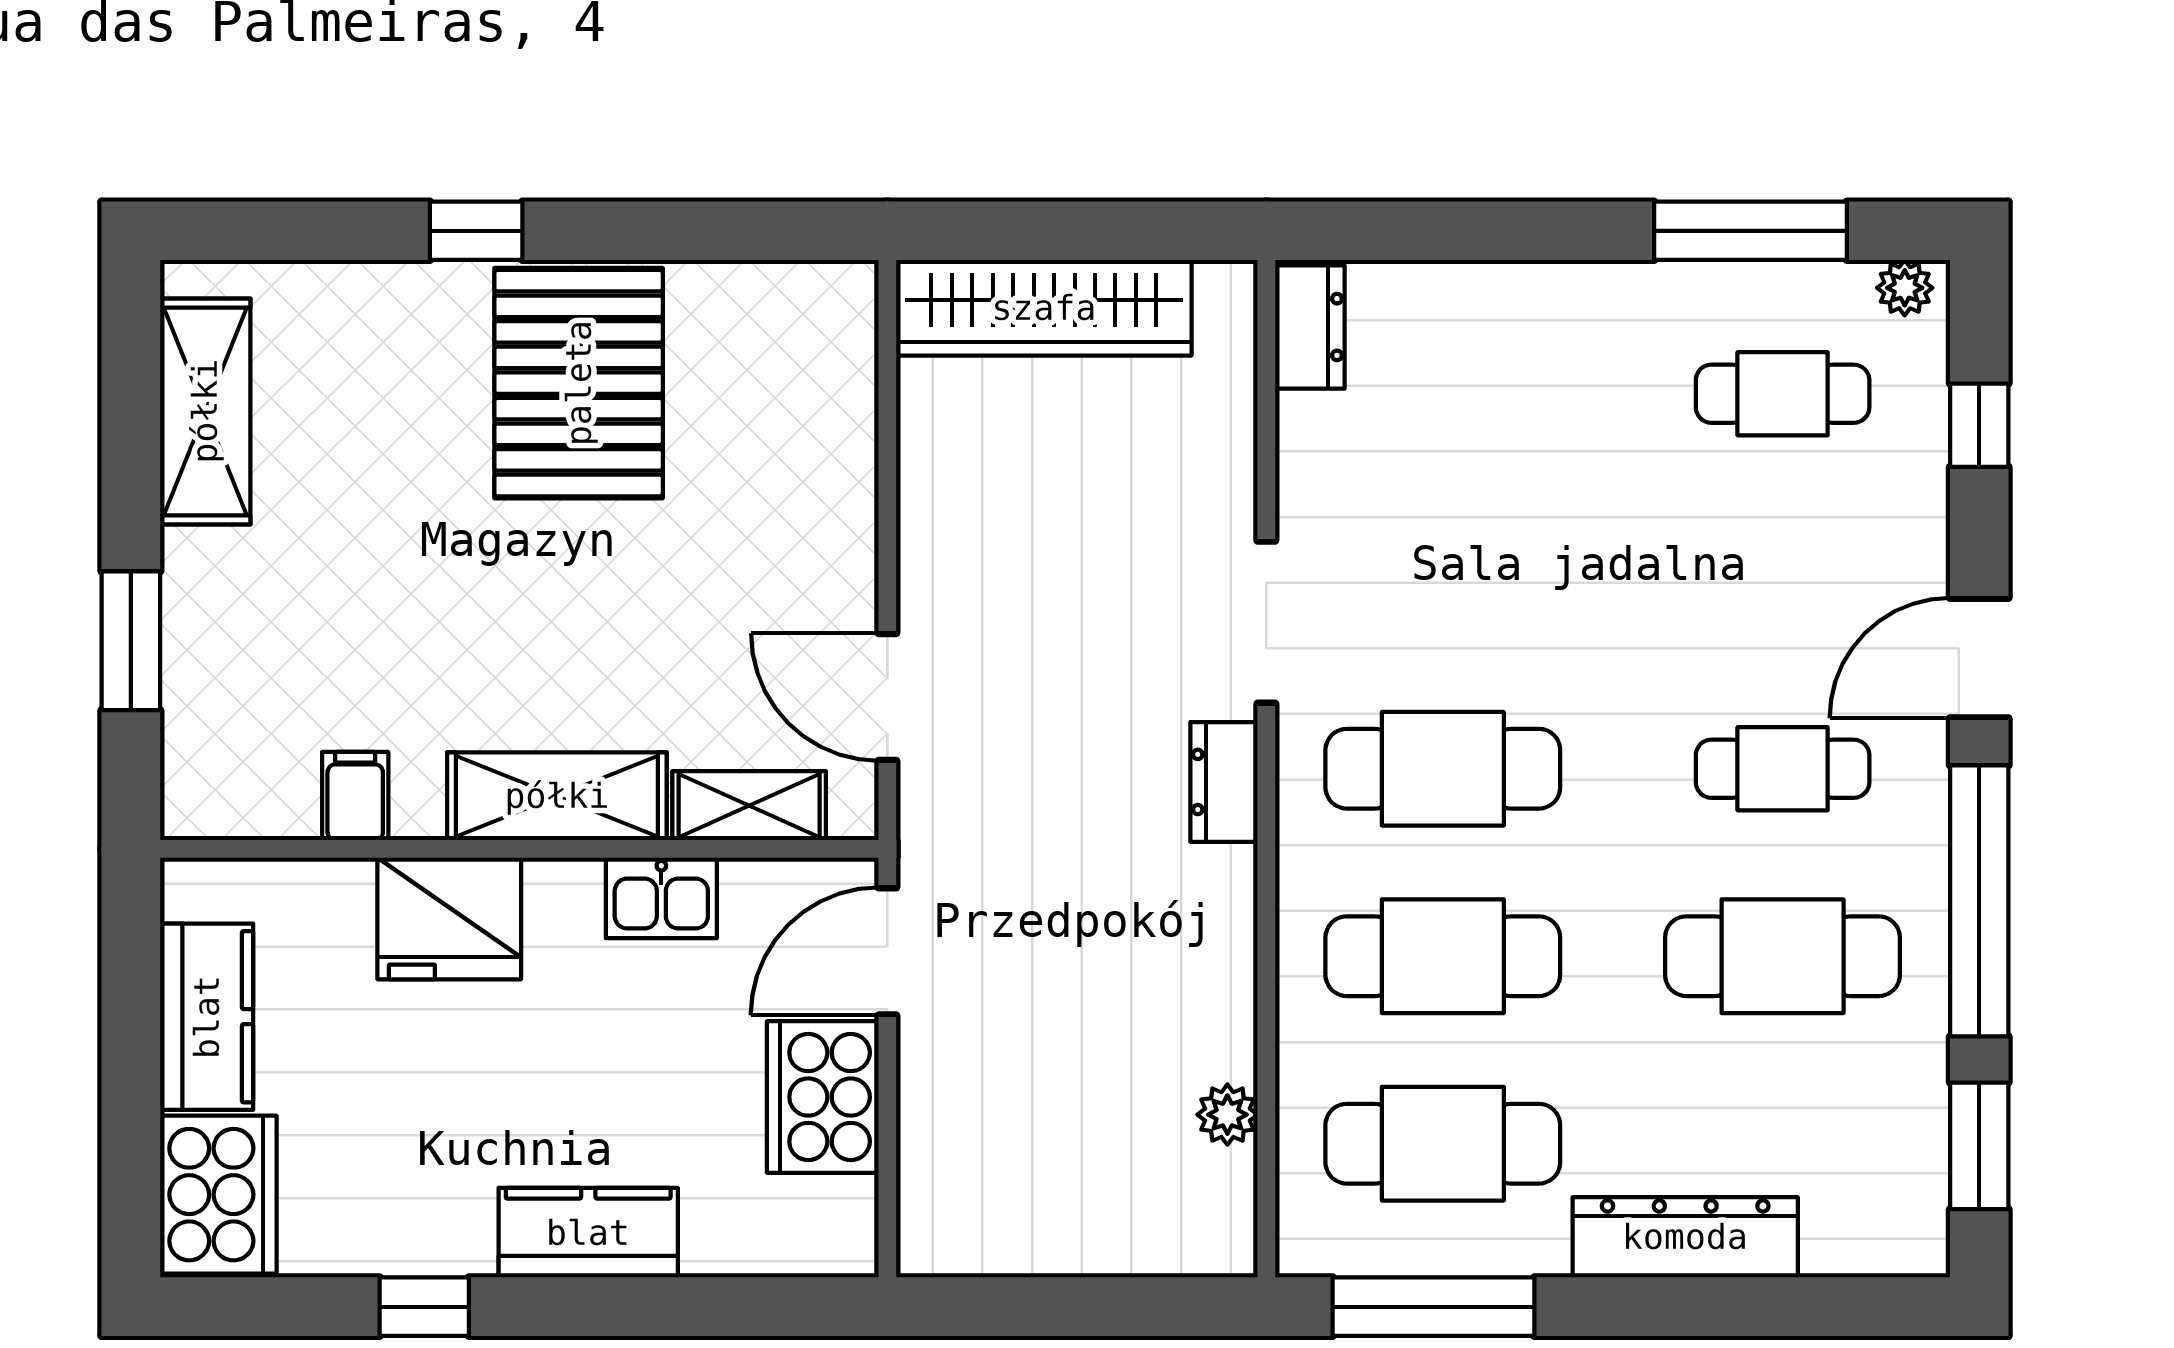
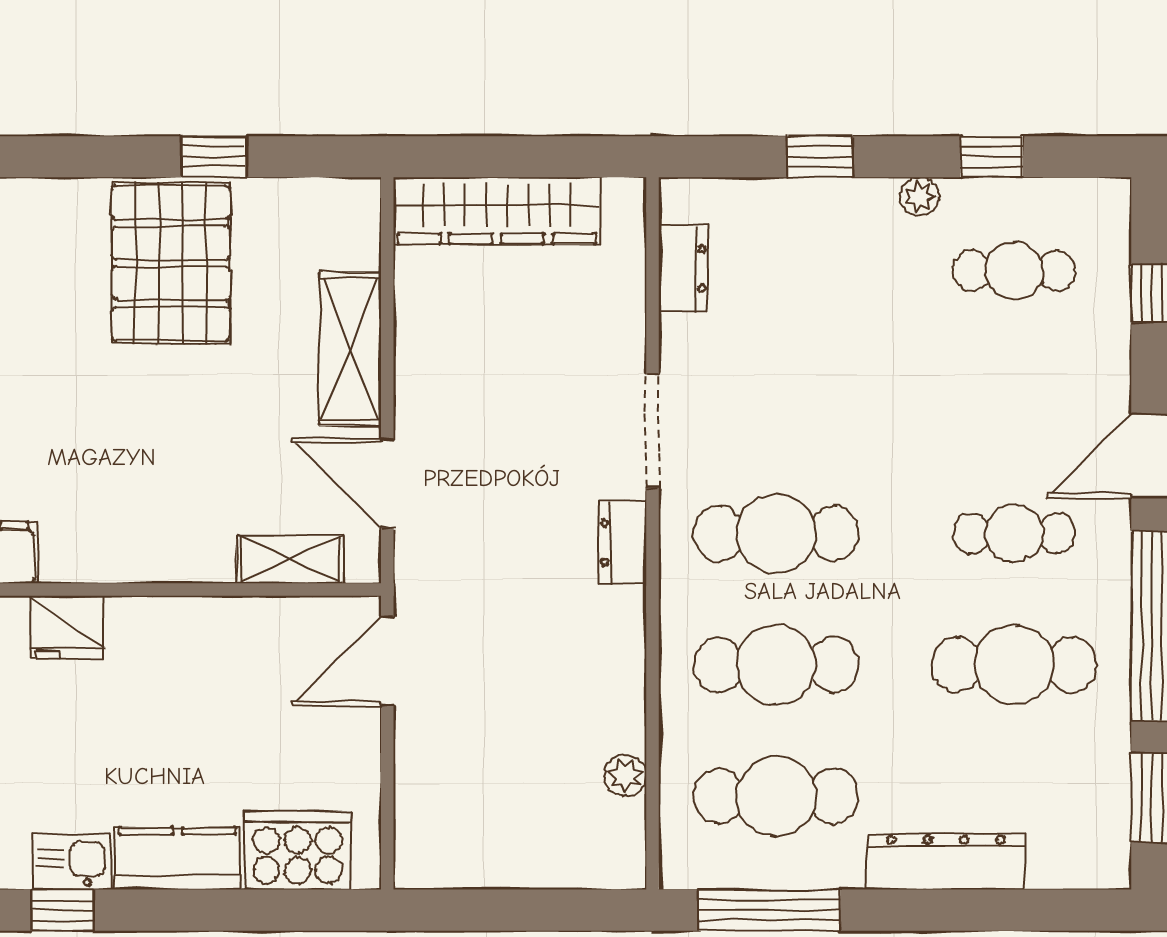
window: (476, 231) -> (214, 157), moved
window: (1505, 231) -> (820, 157), added
window: (1751, 231) -> (992, 157), width x0.46
plant: (1905, 288) -> (920, 197), moved
dresser: (1310, 327) -> (683, 268), moved
shelving: (557, 796) -> (350, 349), moved, turned 90
kitchen sink: (661, 898) -> (72, 862), moved, turned 180
fridge: (449, 918) -> (67, 627), width x0.73, depth x0.75
cooker: (823, 1097) -> (297, 851), moved, turned 90

